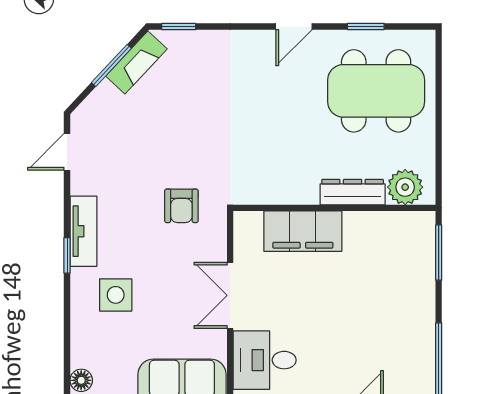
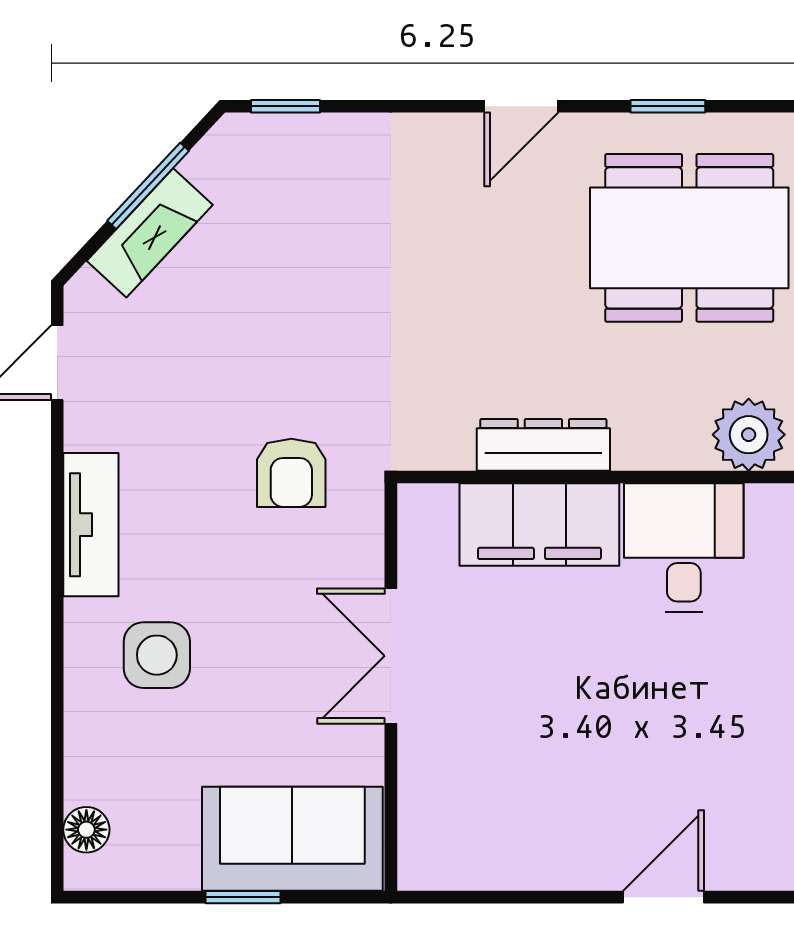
fireplace: (136, 63) -> (150, 233), moved
dresser: (353, 192) -> (543, 445), moved
window: (67, 255) -> (57, 574), removed
desk: (265, 360) -> (684, 547), moved, turned 90

